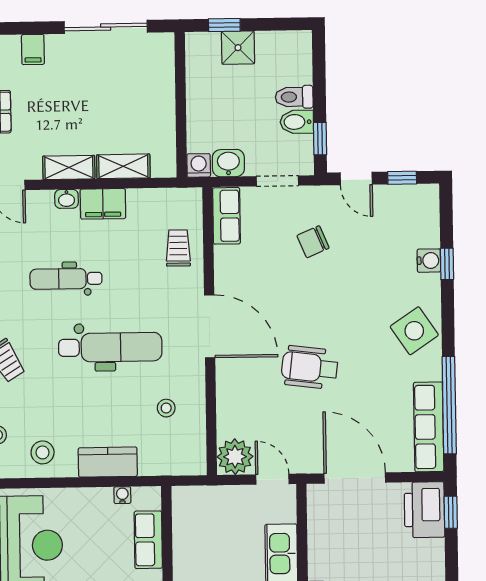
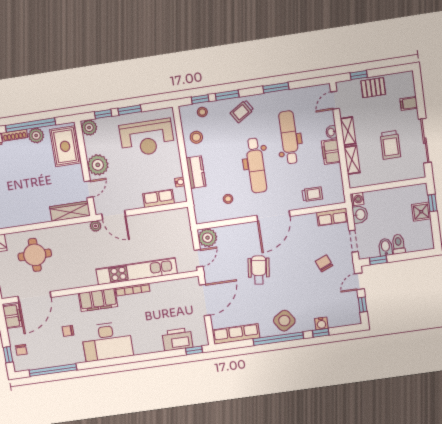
trolley: (105, 92) -> (390, 145), added
dental chair: (66, 279) -> (289, 137), width x1.36, depth x1.38
window: (449, 405) -> (278, 339), moved
printer: (424, 510) -> (177, 339), moved

